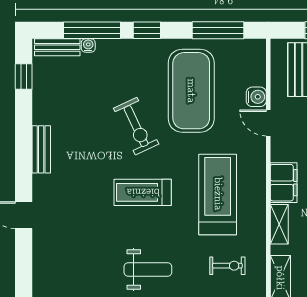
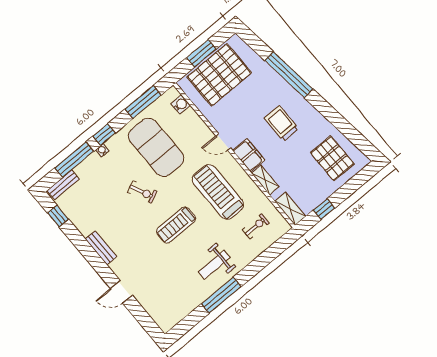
water cooler: (88, 46) -> (102, 150), moved
water cooler: (256, 97) -> (181, 105), moved
door: (268, 123) -> (223, 142), moved
exercise bike: (136, 126) -> (142, 192), width x0.73, depth x0.72
weight bench: (148, 270) -> (214, 265), turned 180

